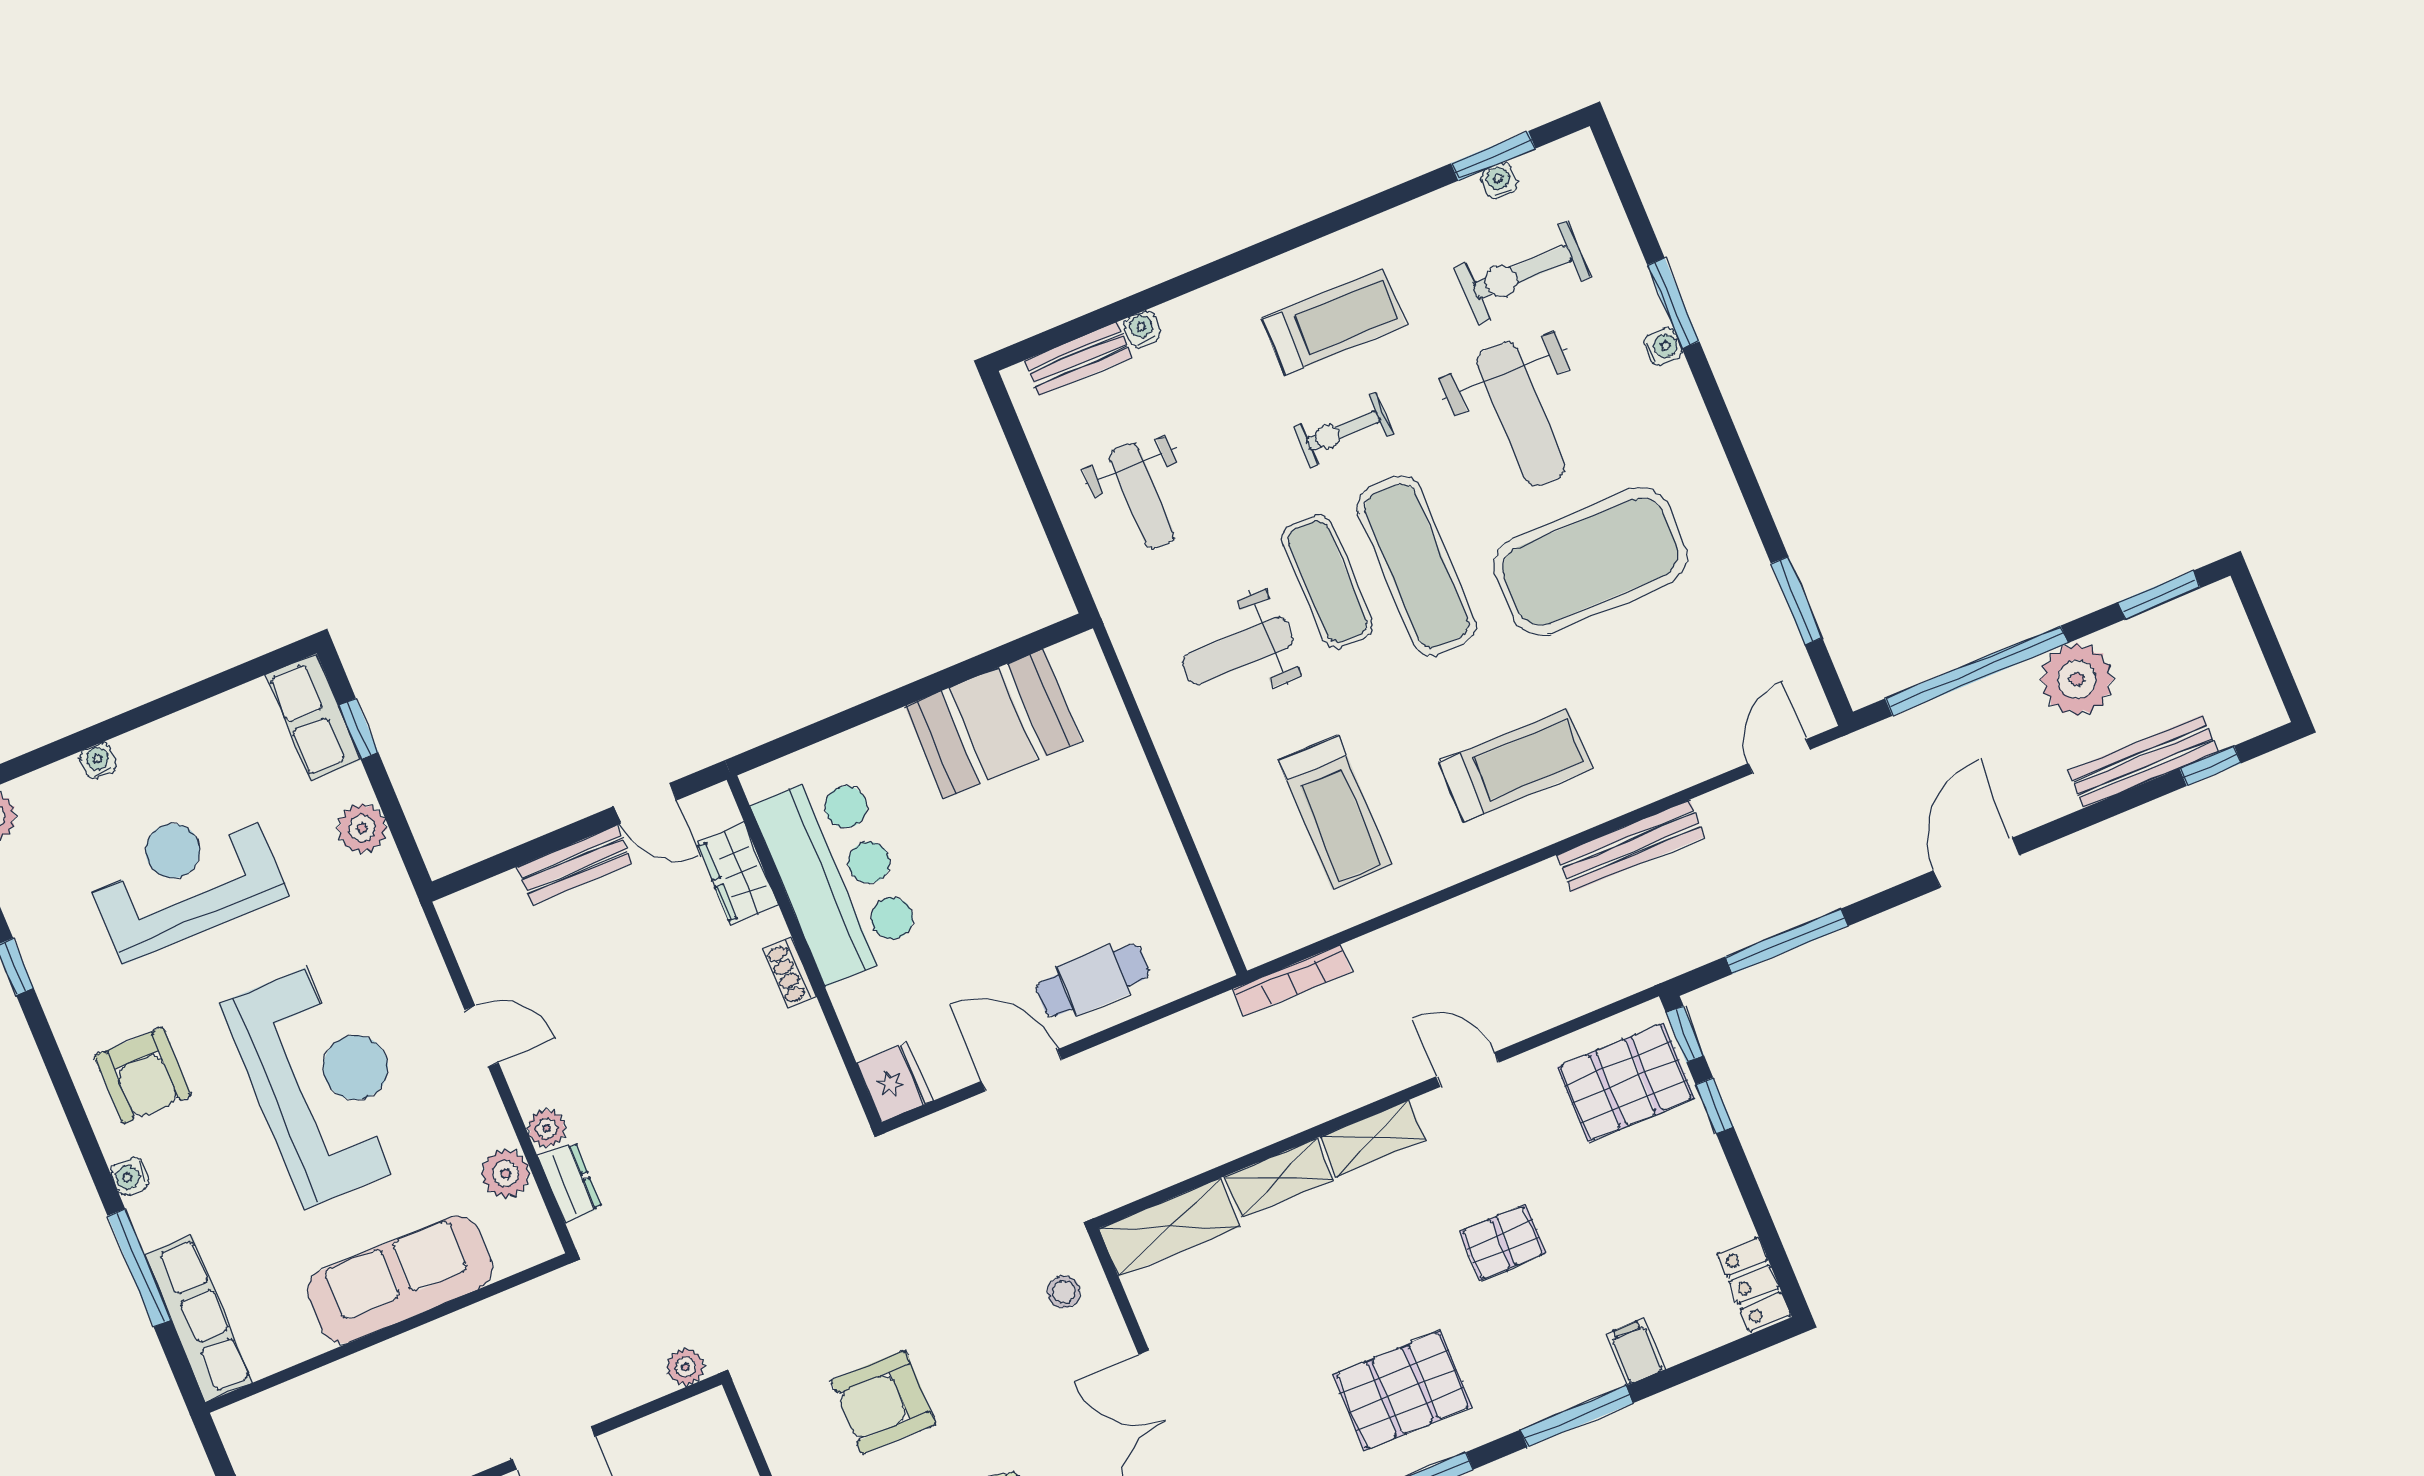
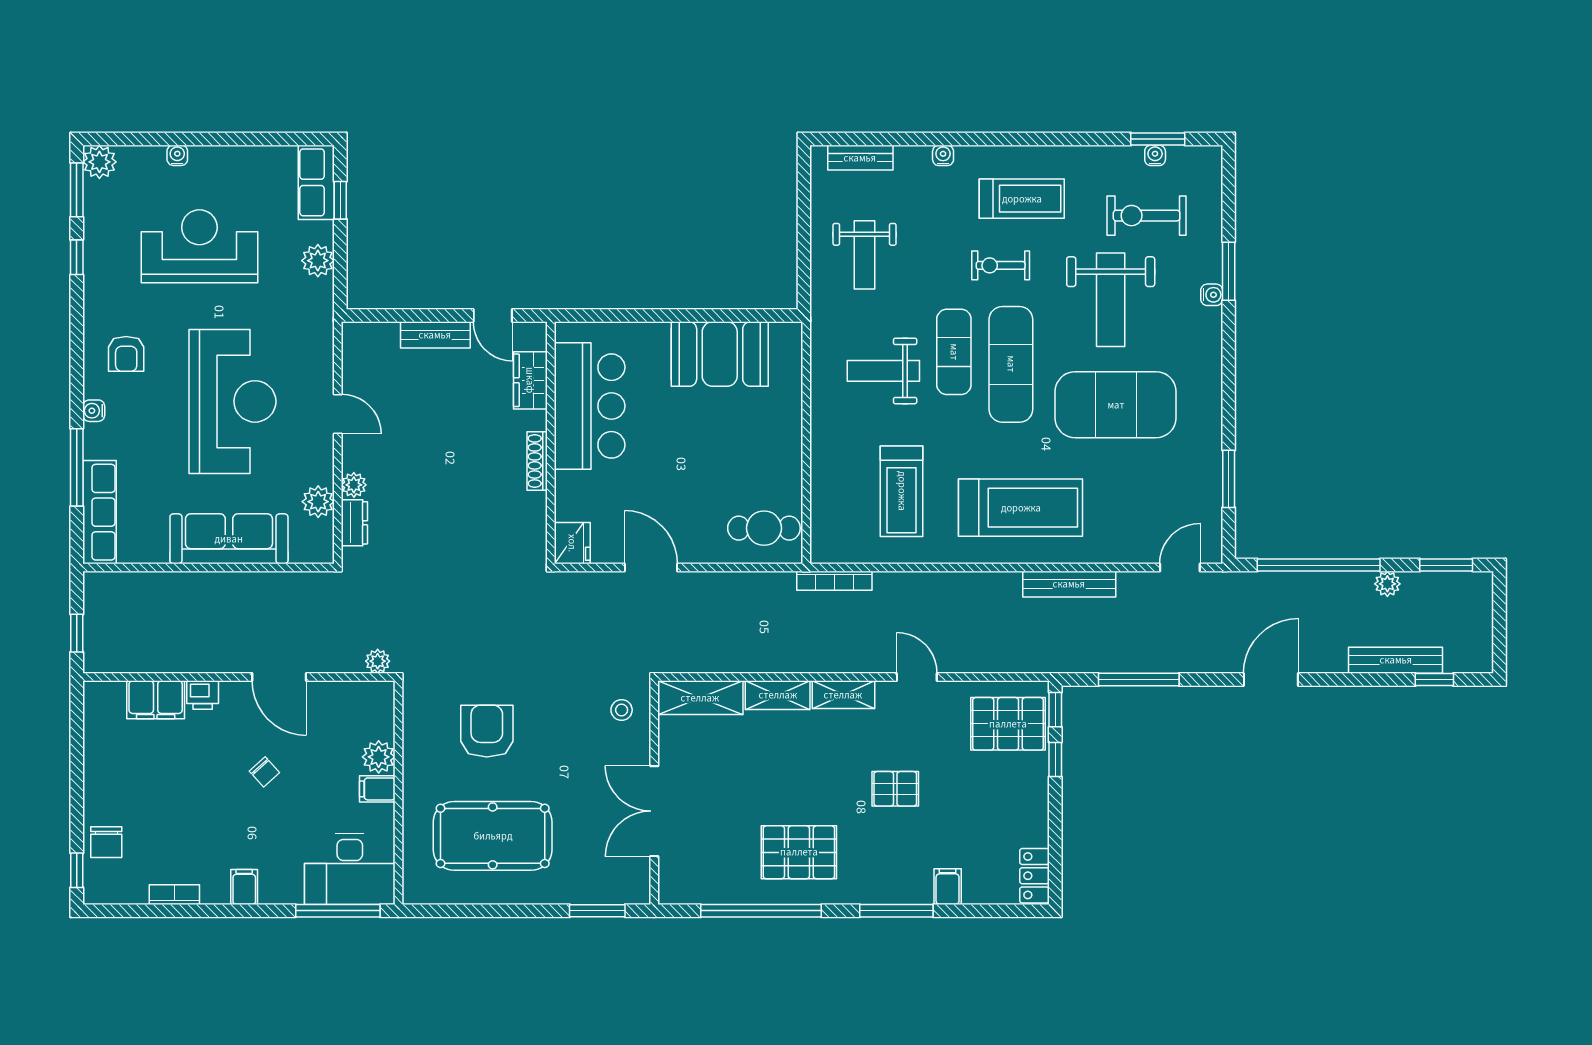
water cooler: (1142, 329) -> (943, 155), moved
plant: (2077, 679) -> (1387, 584), width x0.53, depth x0.53
treadmill: (1515, 765) -> (1021, 508), width x1.37, depth x1.38
shoe rack: (790, 973) -> (537, 461), width x1.43
cafe table: (1093, 980) -> (764, 528), moved
armchair: (143, 1076) -> (126, 354), width x0.72, depth x0.72
armchair: (883, 1402) -> (487, 731), turned 90

